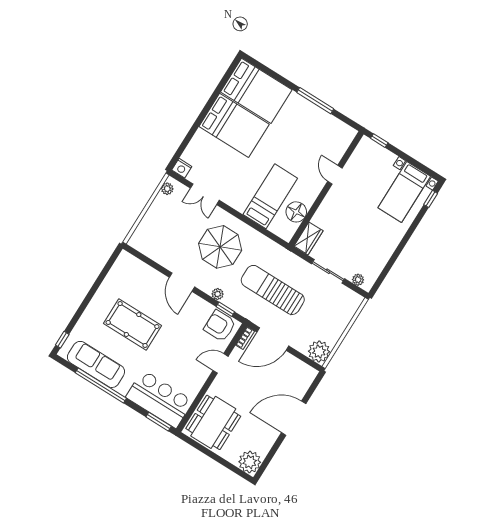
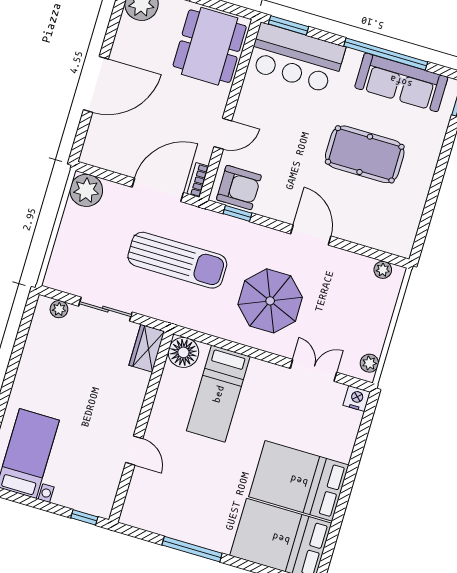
floor lamp: (296, 212) -> (183, 352), moved
plant: (218, 294) -> (383, 270), moved

